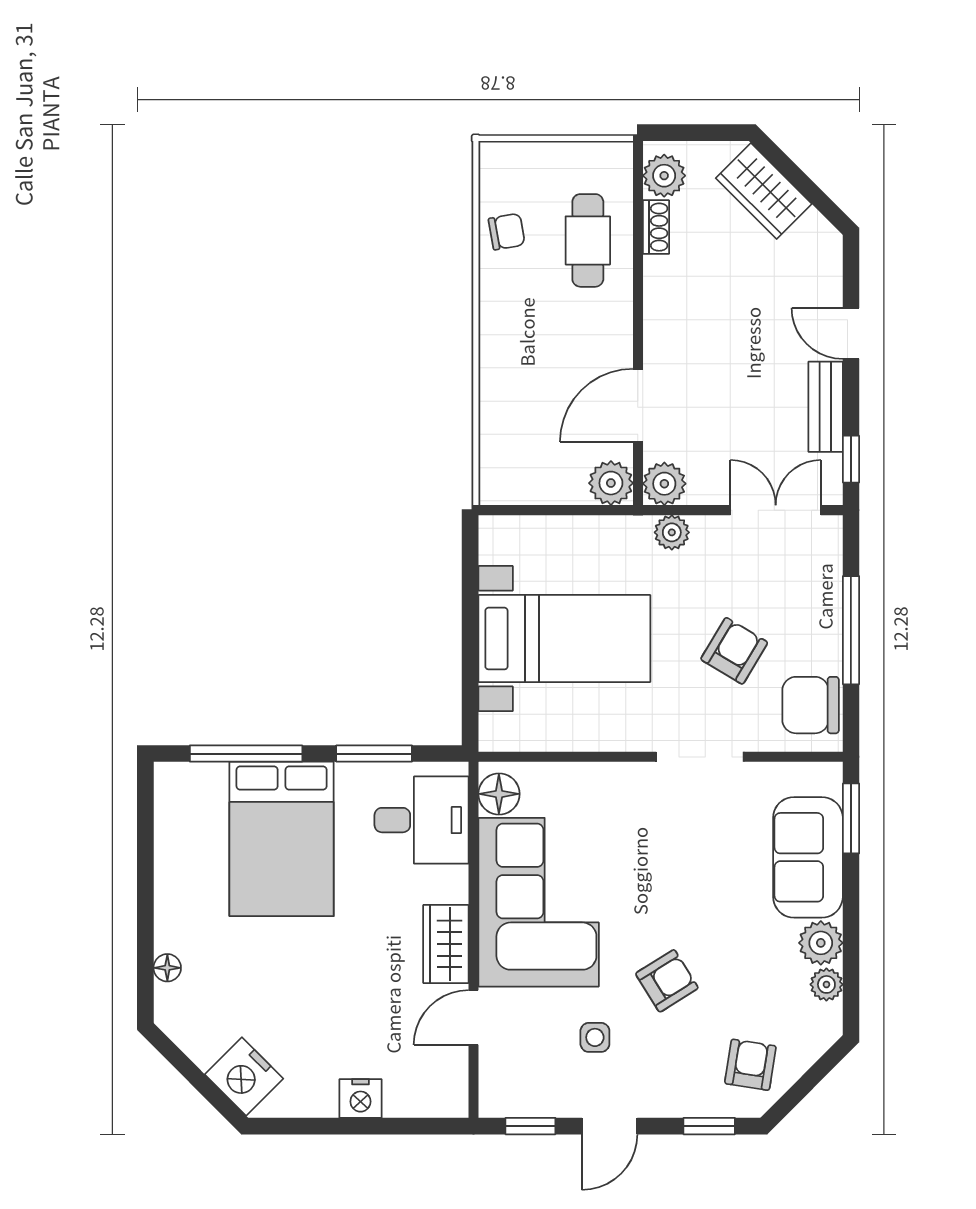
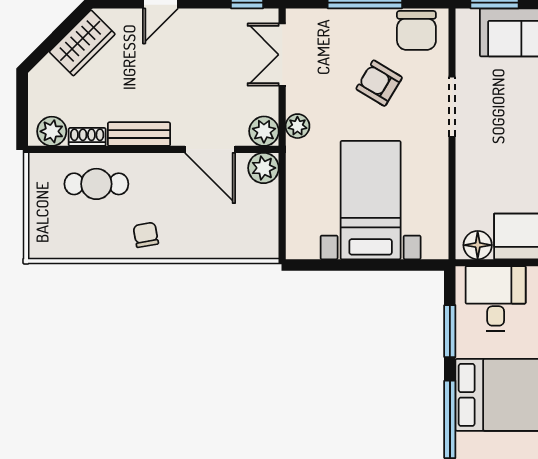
wardrobe: (764, 191) -> (82, 43), moved
chair: (507, 232) -> (146, 235), moved
bench: (826, 407) -> (139, 134), moved

